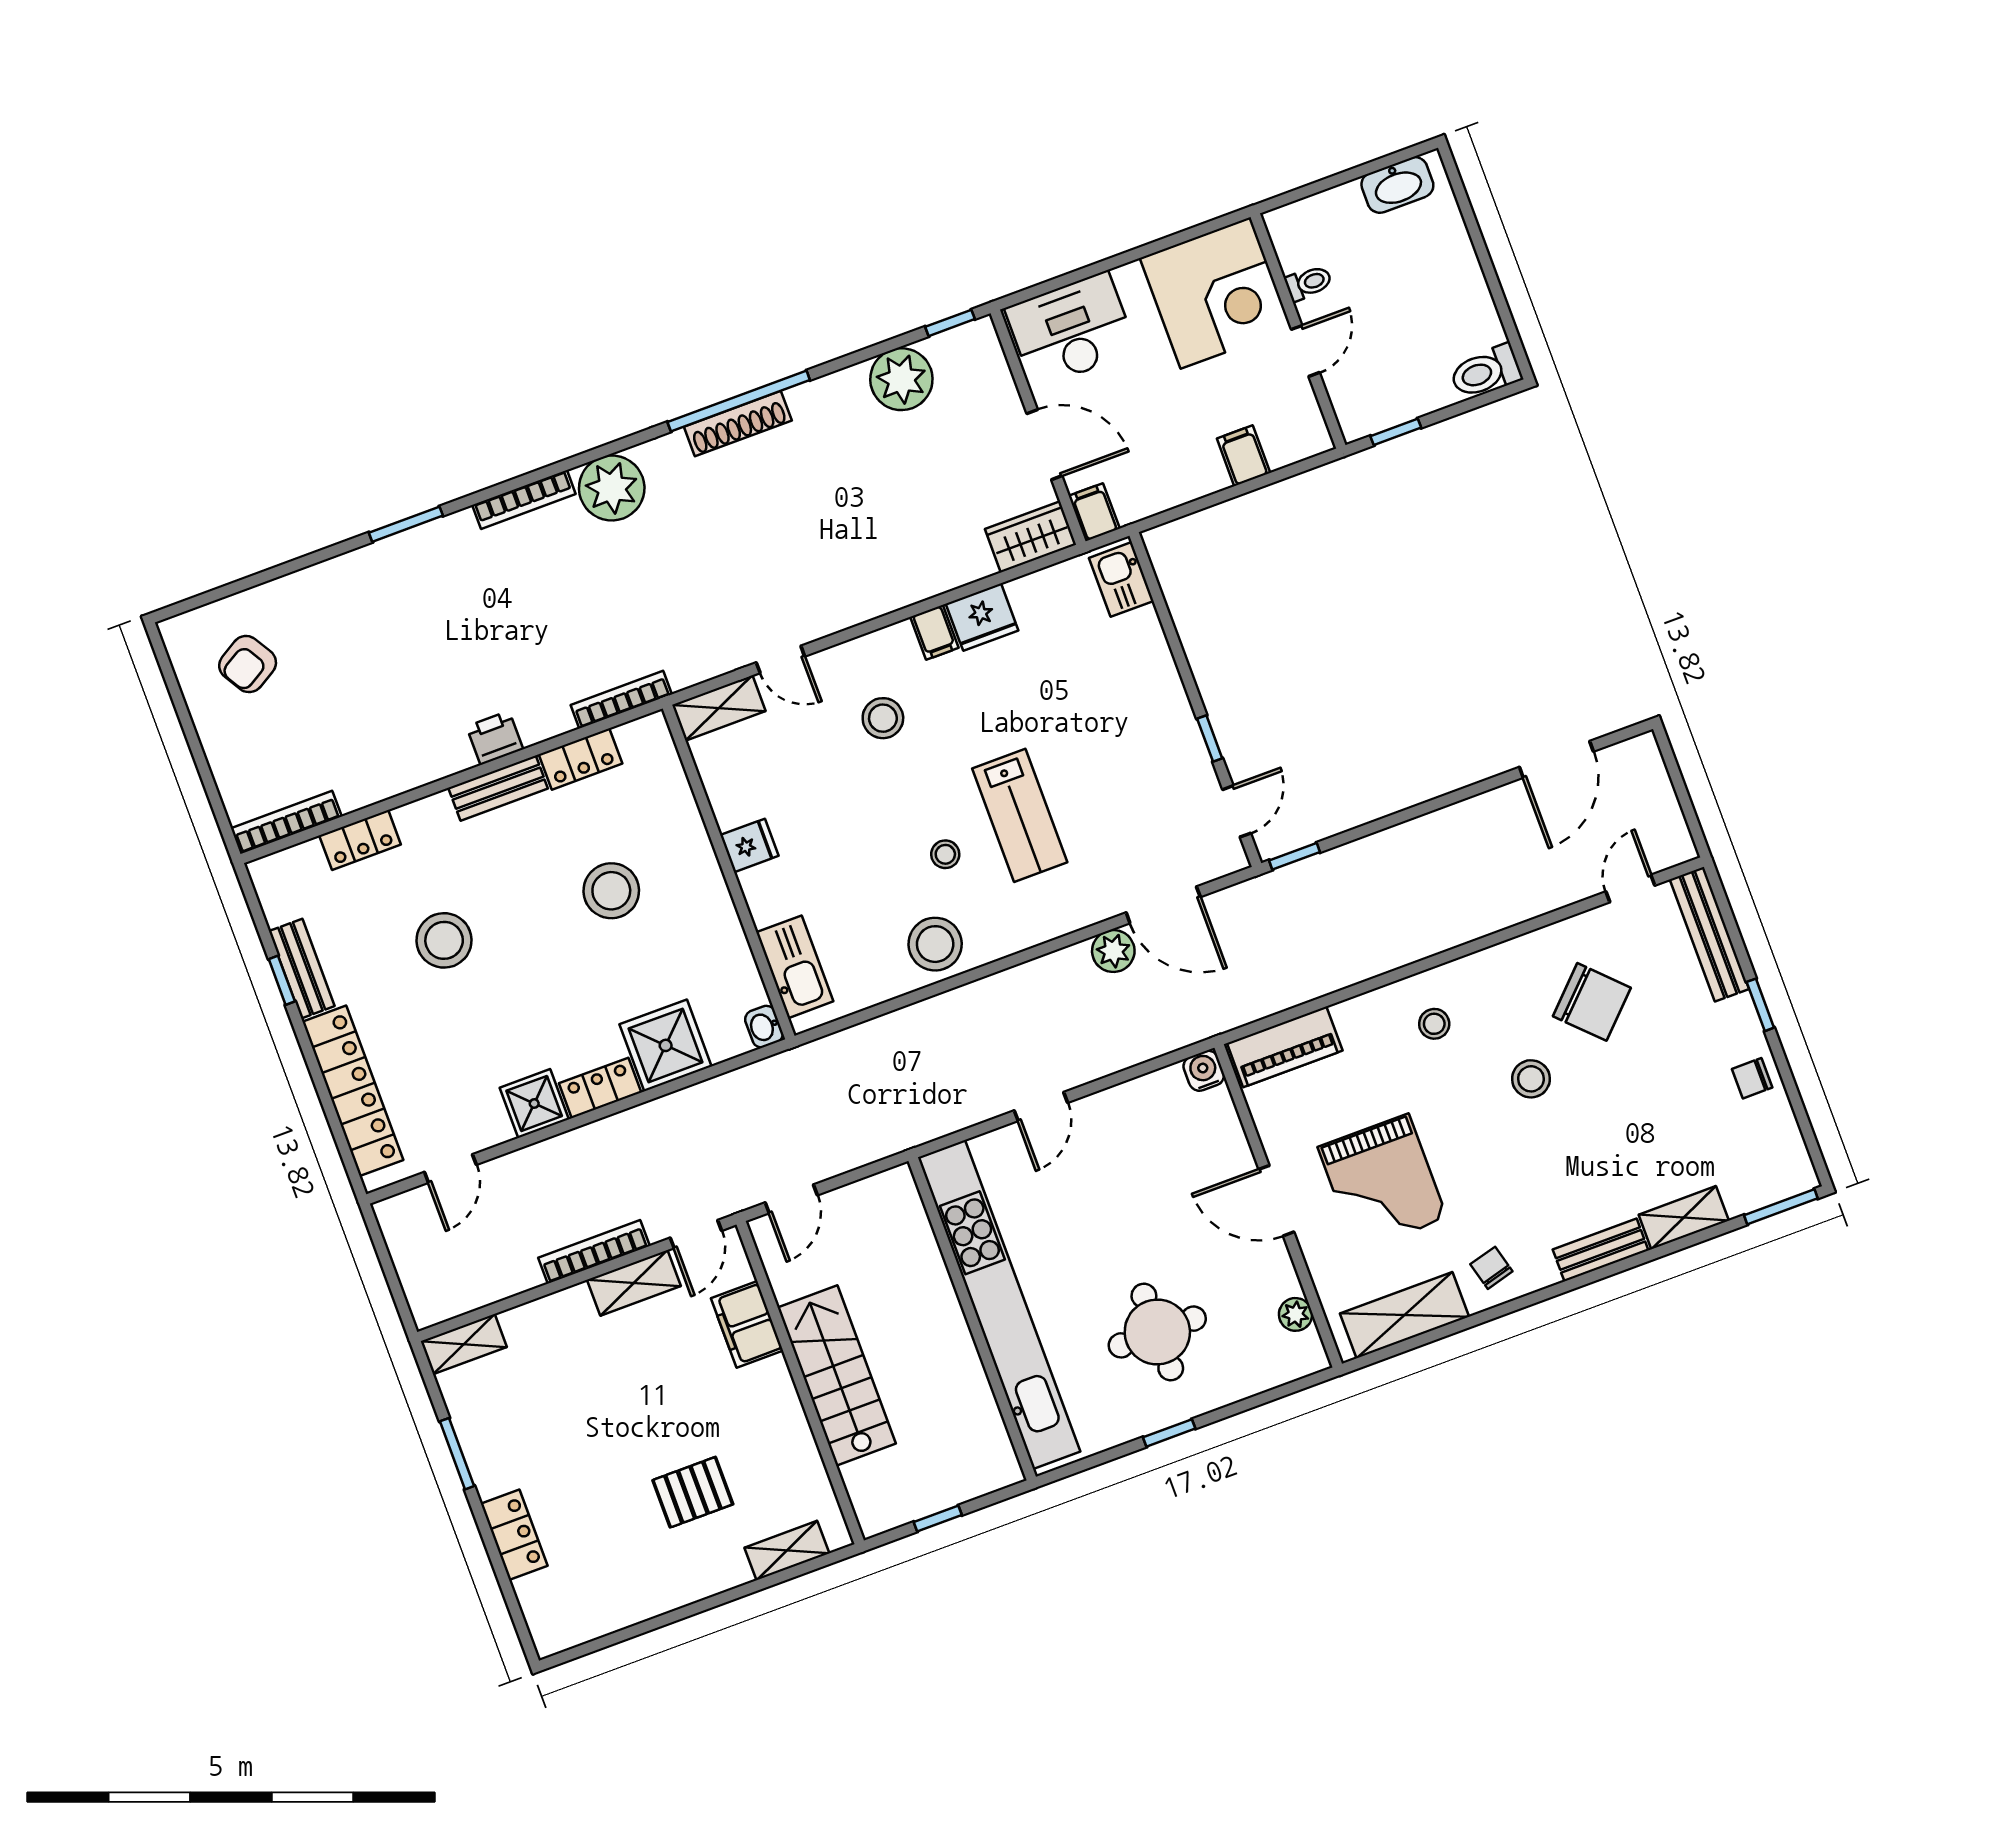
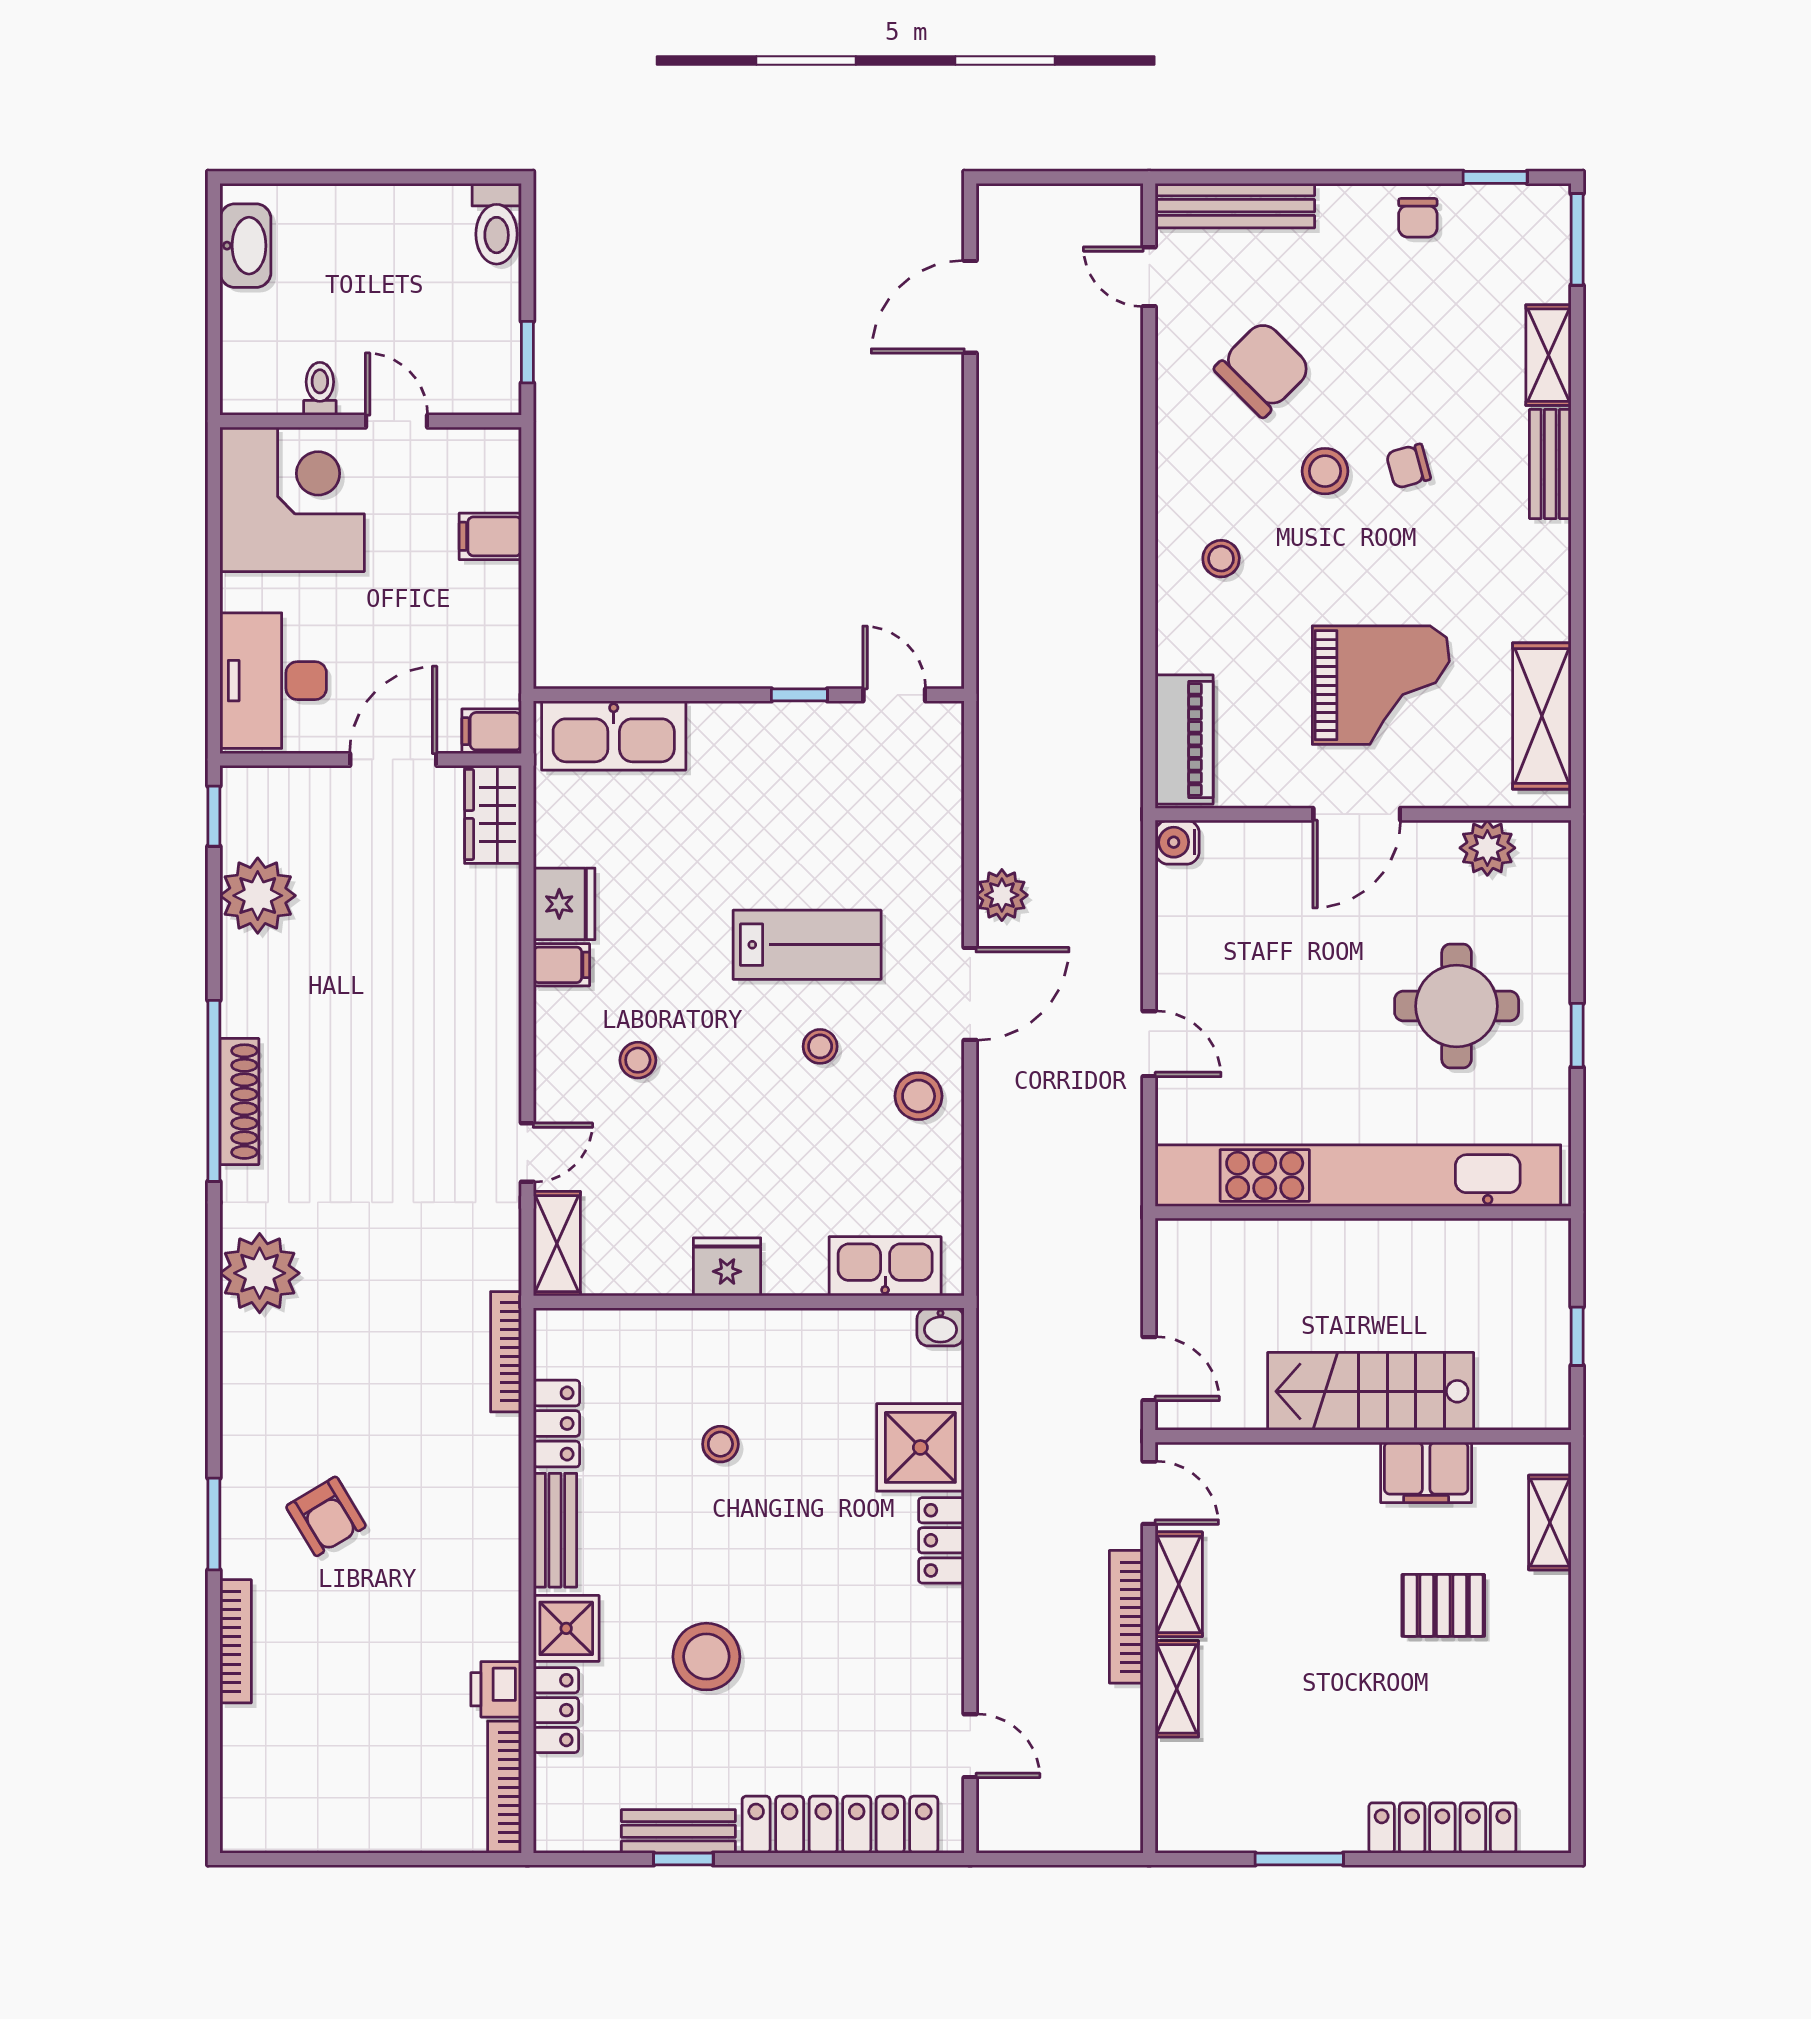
bookcase: (524, 499) -> (236, 1641), moved
kitchen sink: (1121, 579) -> (614, 735), width x1.88, depth x1.24
armchair: (248, 664) -> (326, 1516), moved
stool: (883, 718) -> (638, 1060), width x0.73, depth x0.73
printer: (495, 738) -> (496, 1689), moved
door: (1556, 759) -> (970, 307), swing flipped
fridge: (749, 845) -> (727, 1267), width x1.38
window: (1294, 856) -> (970, 648), removed
stool: (611, 891) -> (720, 1444), width x0.53, depth x0.53
door: (1163, 905) -> (970, 994), moved
stool: (935, 944) -> (919, 1096), width x0.73, depth x0.73
window: (1760, 1005) -> (1495, 177), moved
shower: (534, 1103) -> (566, 1628), moved
chair: (1491, 1268) -> (1408, 466), moved
plant: (1296, 1314) -> (1487, 848), width x1.38, depth x1.38
filing cabinet: (747, 1324) -> (1426, 1472), moved
shelving: (464, 1344) -> (1177, 1689), moved
pallet: (693, 1492) -> (1443, 1605), turned 90
locker: (514, 1535) -> (1442, 1828), width x1.53

